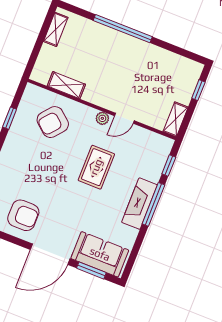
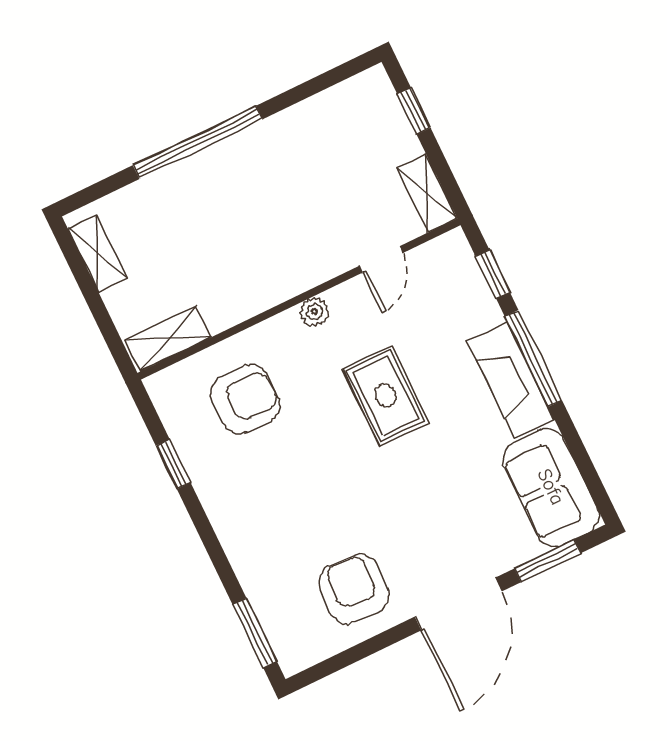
shelving: (66, 85) -> (168, 338), moved
door: (124, 118) -> (381, 259), moved
armchair: (53, 122) -> (245, 399), turned -130
armchair: (23, 215) -> (354, 589), turned -87
sofa: (100, 254) -> (551, 487), moved, turned -90

